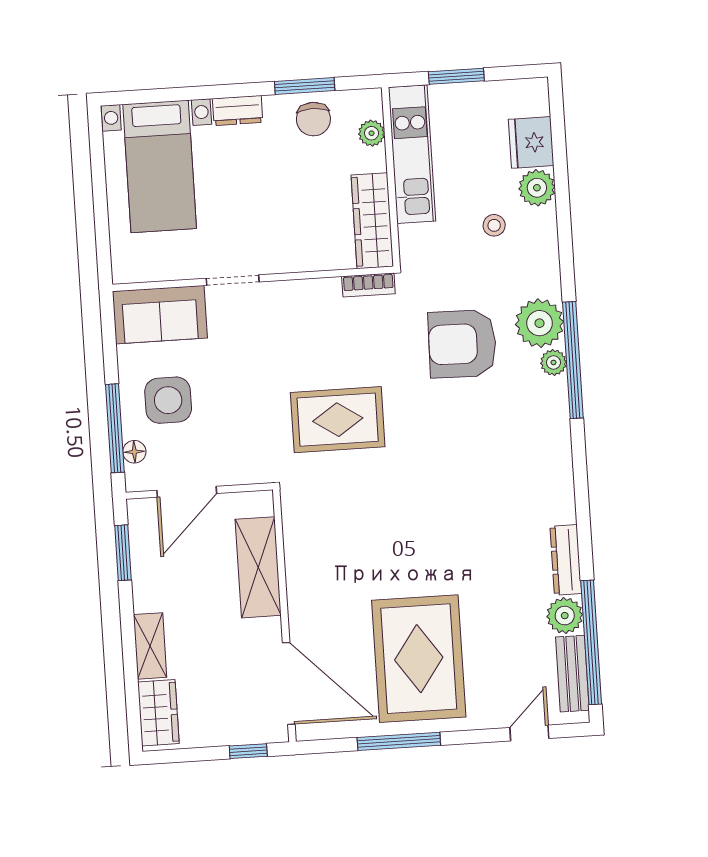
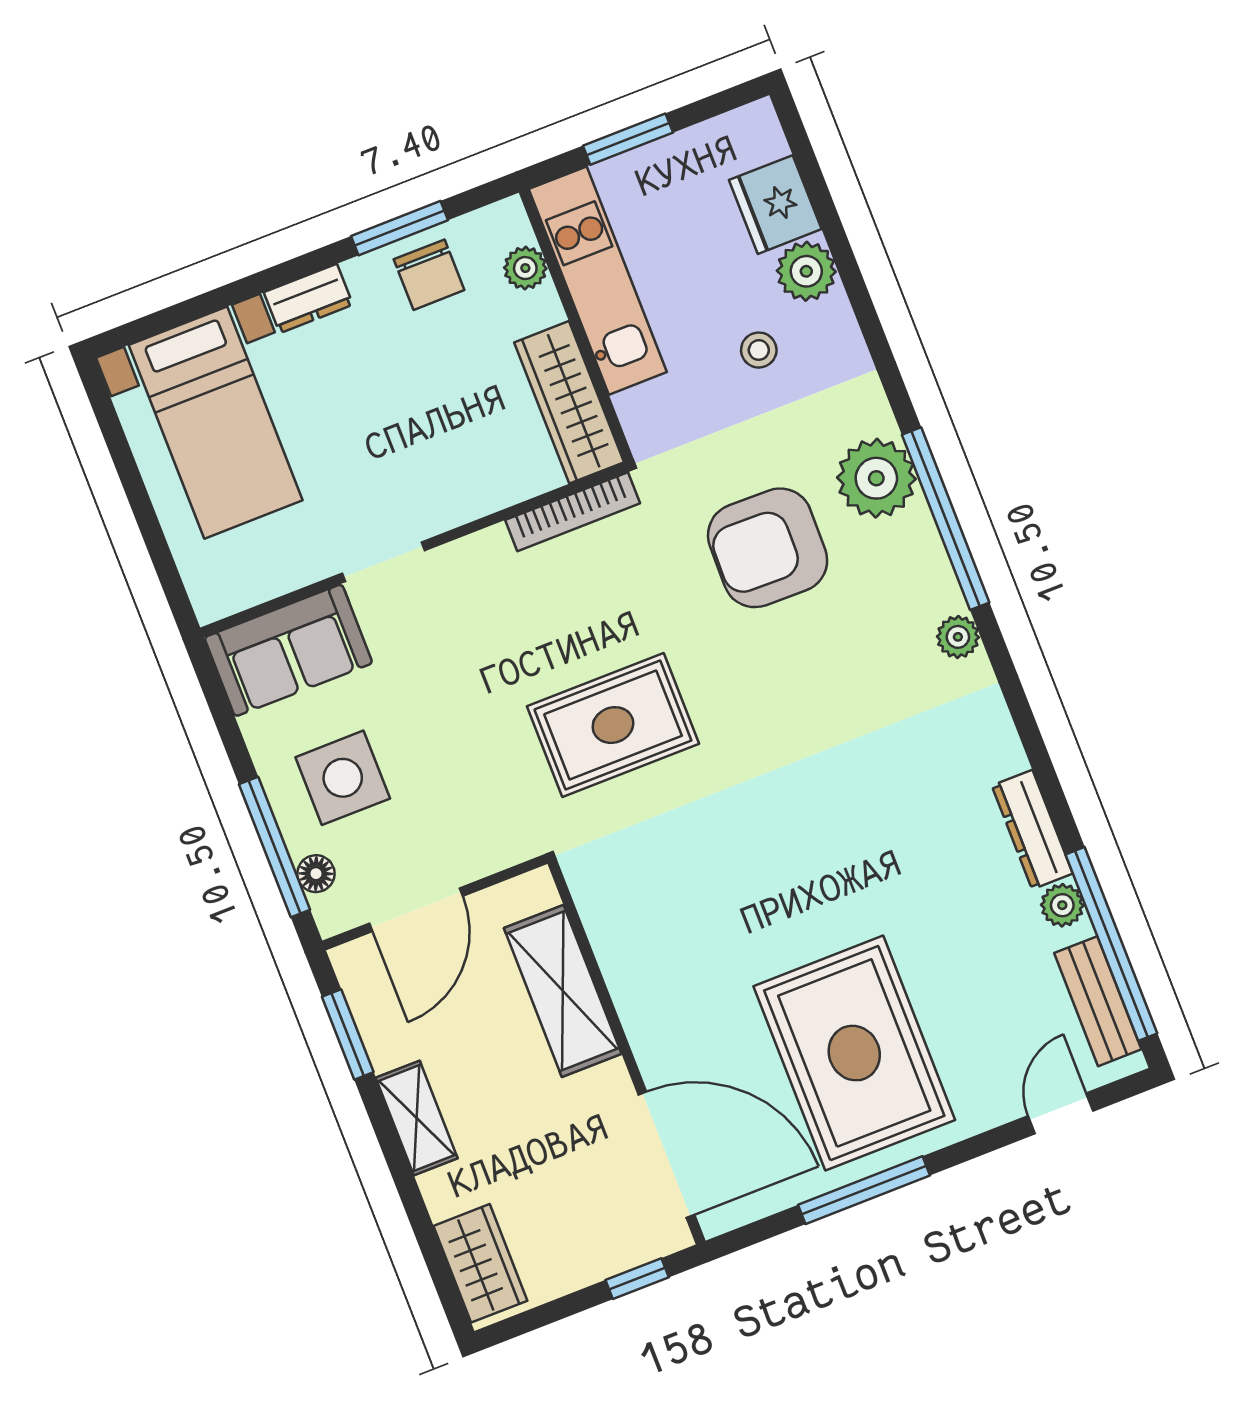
bookcase: (368, 285) -> (573, 512), width x1.56
plant: (553, 362) -> (958, 637), moved
plant: (565, 616) -> (1062, 905), width x0.73, depth x0.73
shelving: (150, 646) -> (417, 1118), moved

